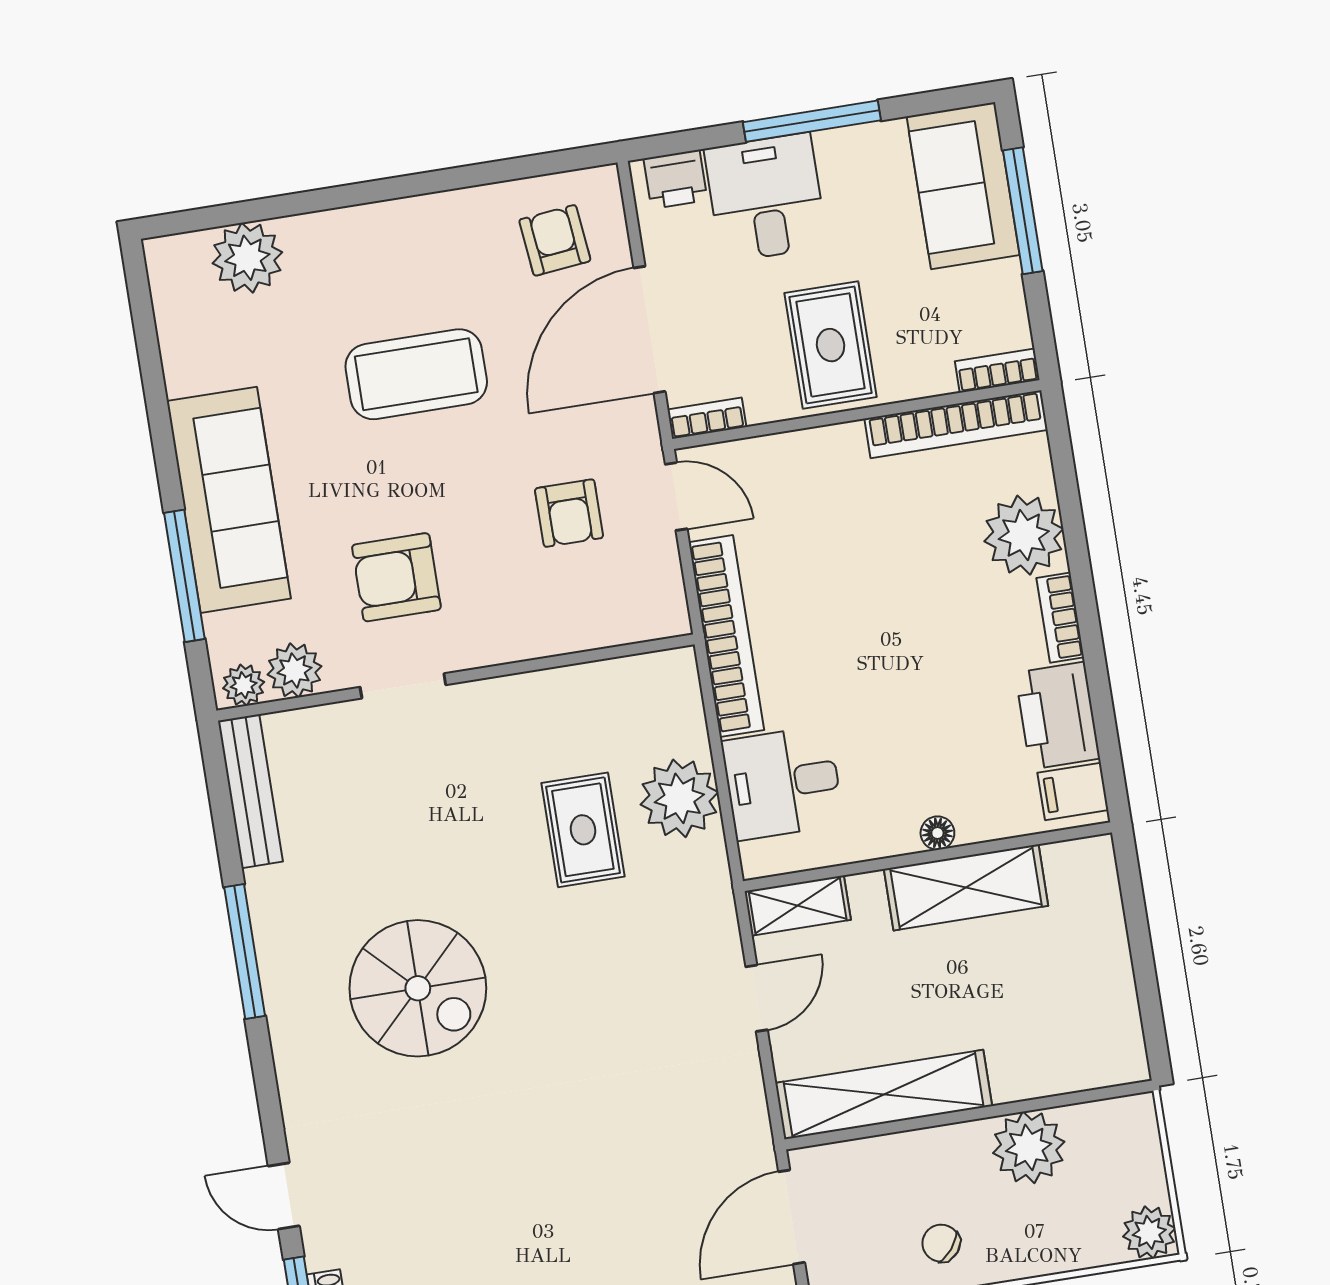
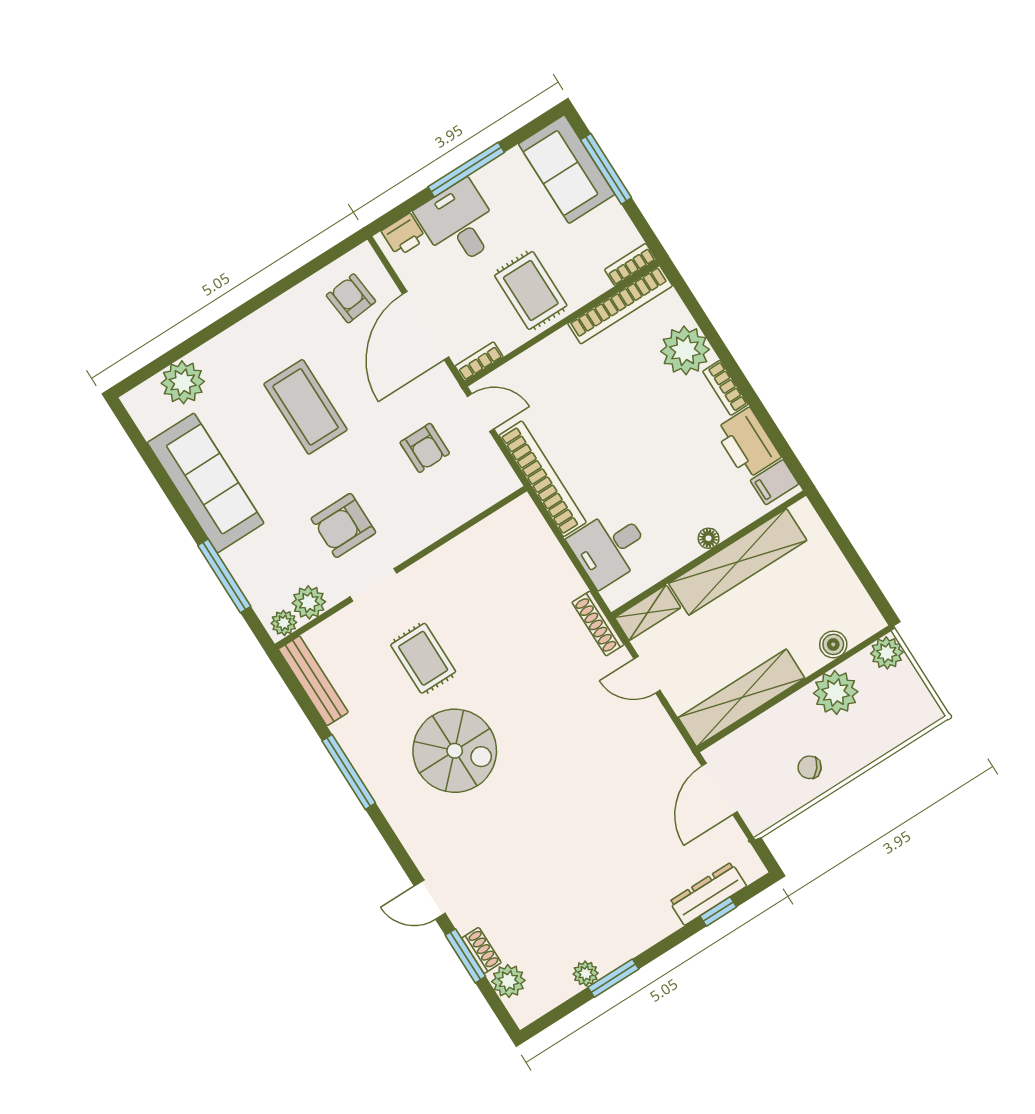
coffee table: (416, 374) -> (306, 407), turned 90
sofa: (229, 500) -> (206, 483), moved
plant: (679, 798) -> (555, 581), removed
rug: (583, 830) -> (423, 658), moved
shelving: (966, 887) -> (738, 562), width x1.47
shoe rack: (716, 890) -> (598, 624), added
door: (757, 998) -> (647, 675), swing flipped
boiler: (1056, 1074) -> (833, 644), added
plant: (1149, 1232) -> (887, 653), moved

